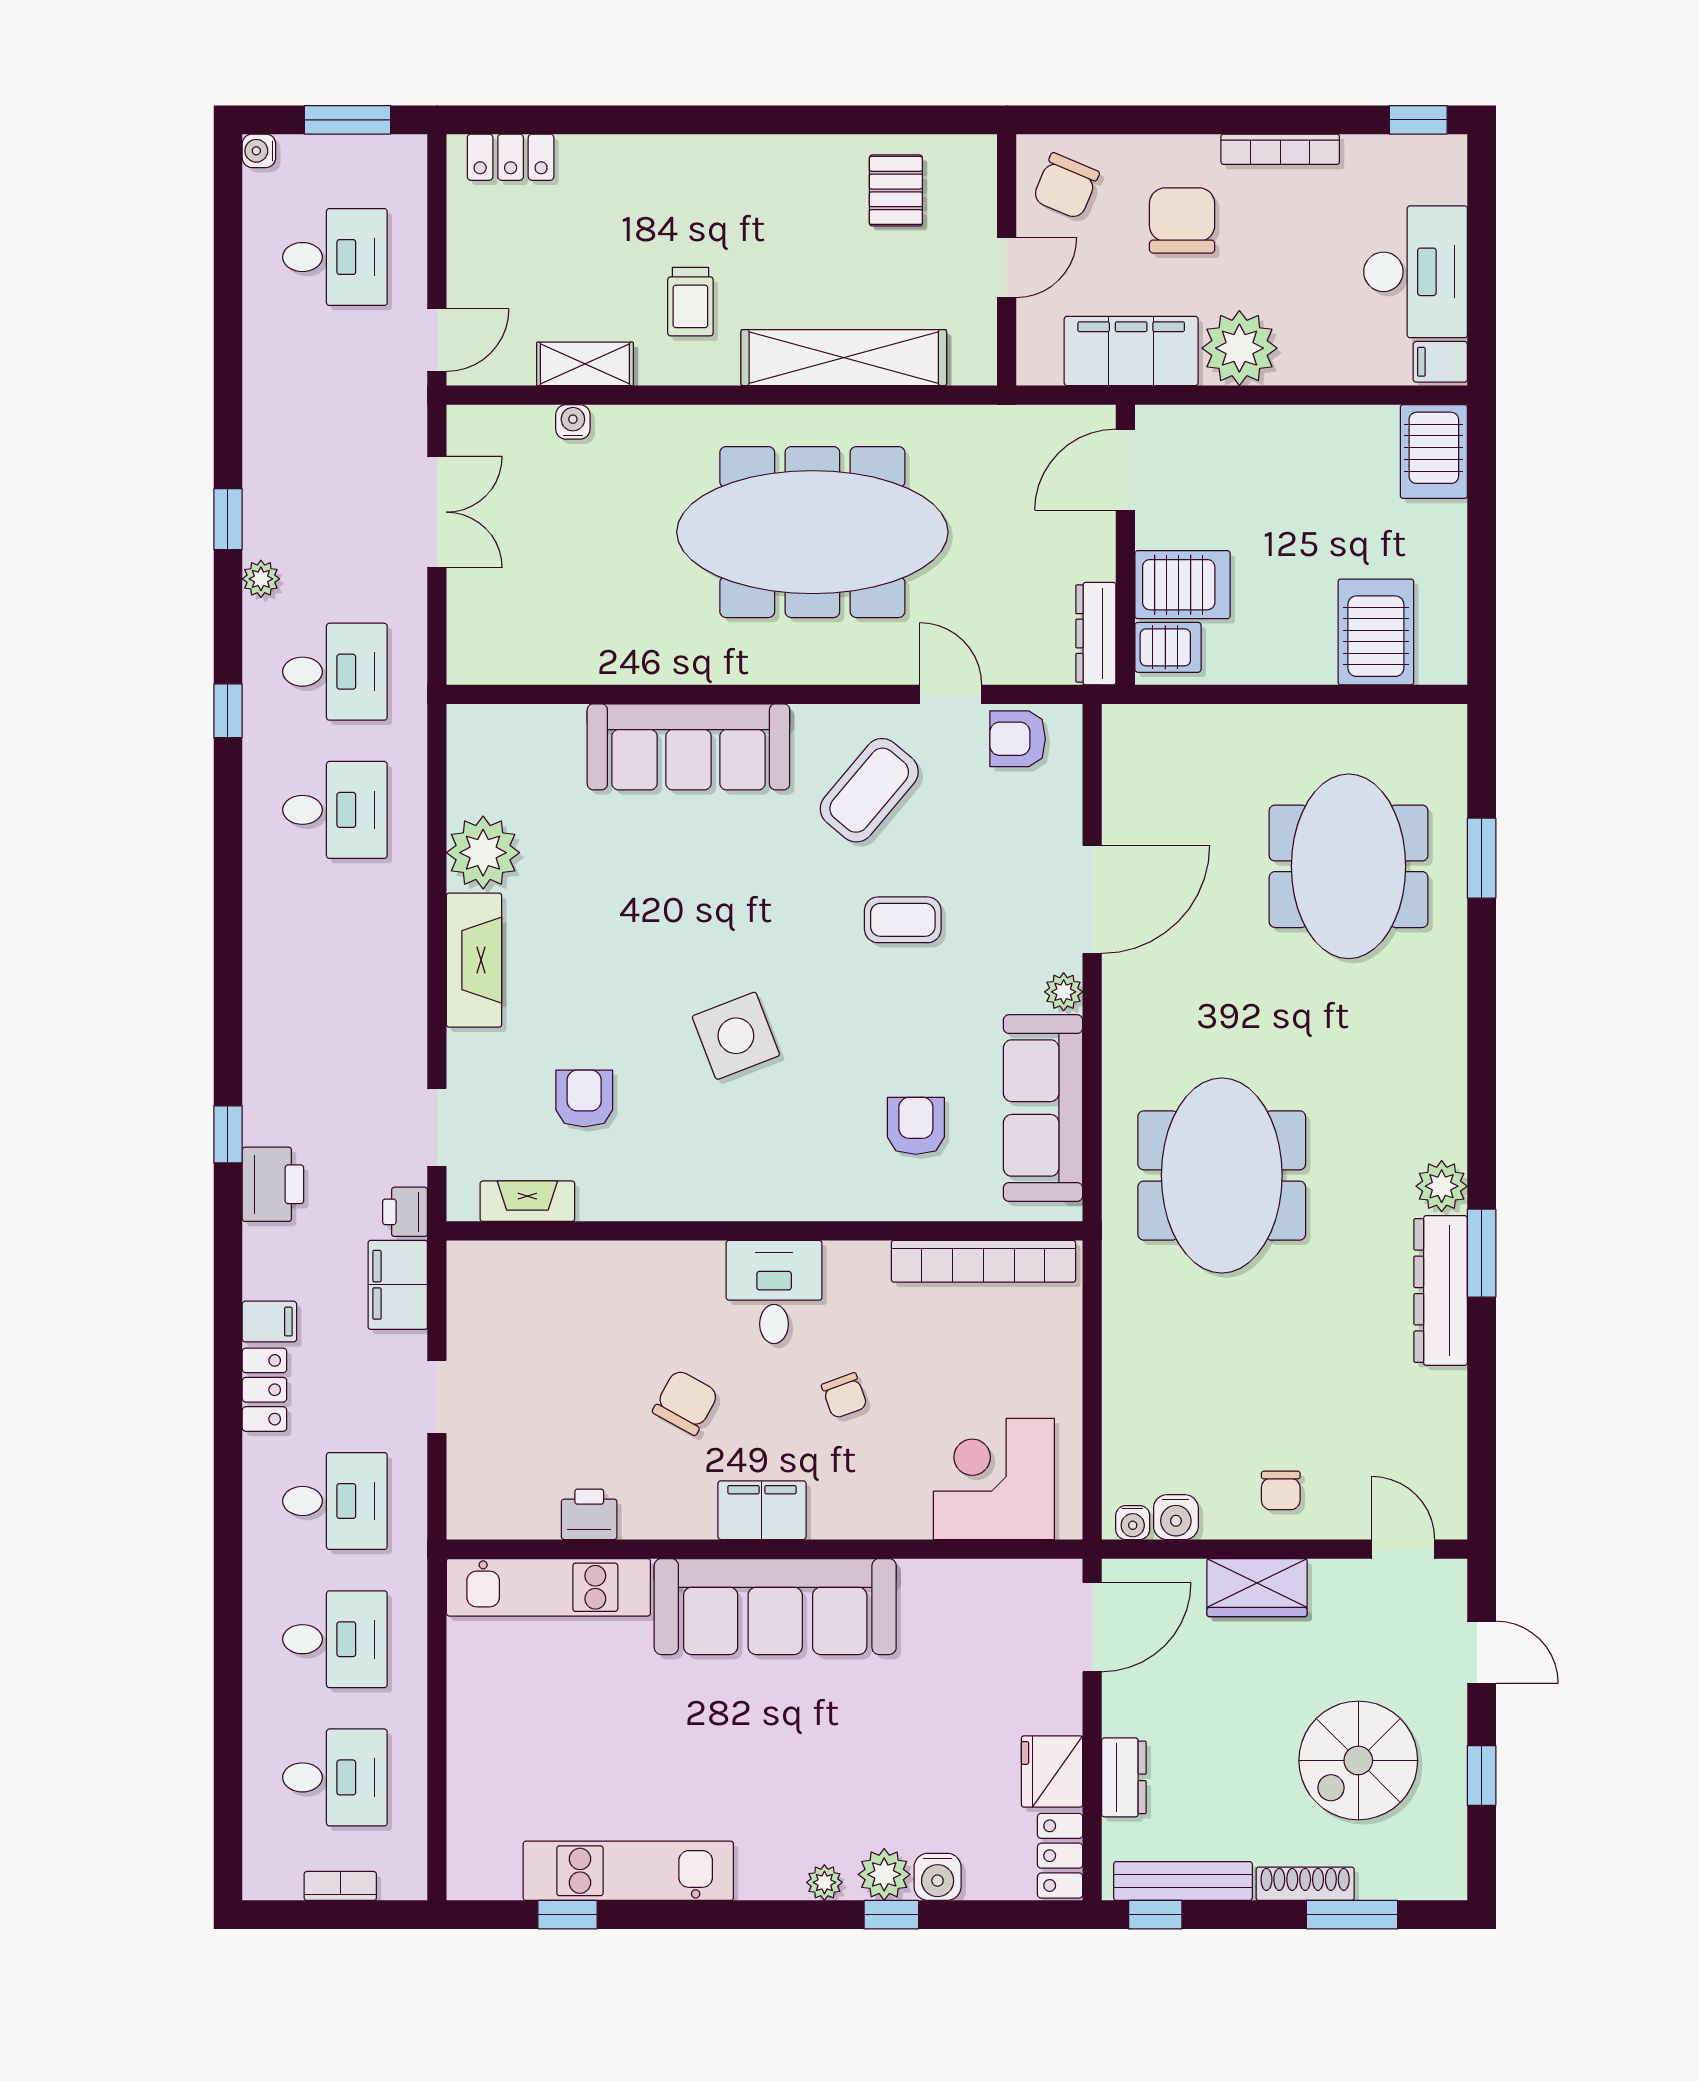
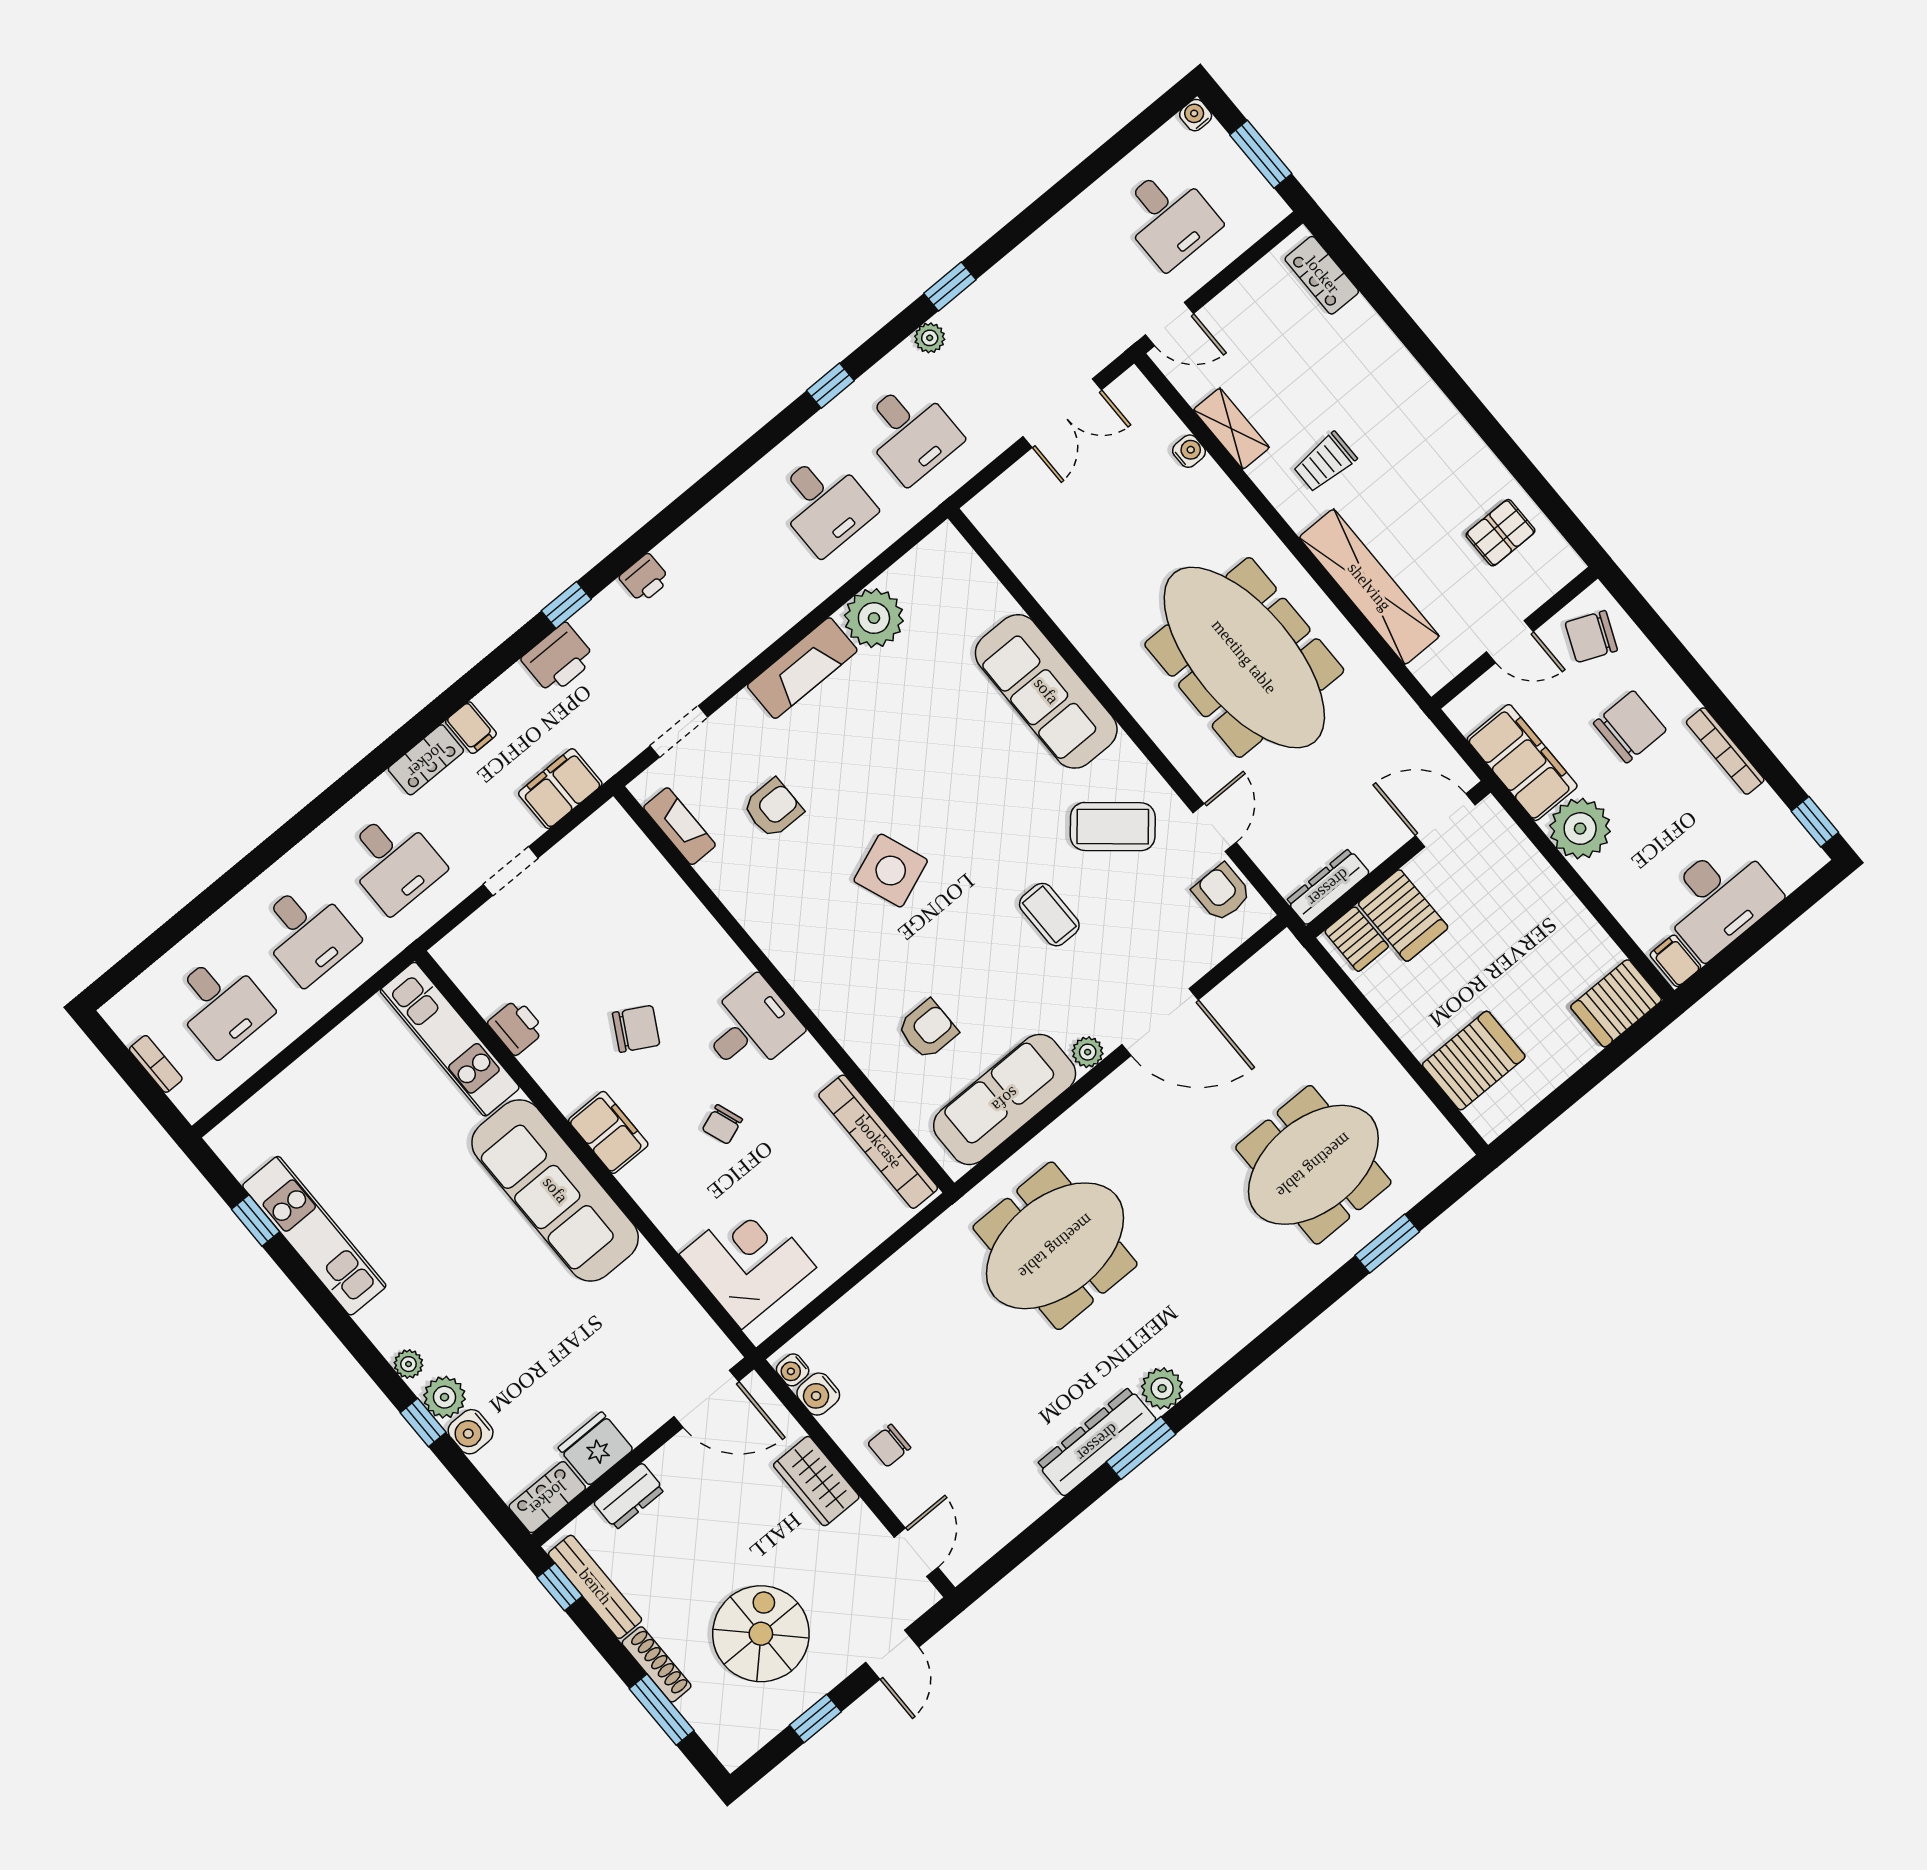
printer: (405, 1212) -> (645, 578), moved, turned 180
spiral stairs: (1358, 1760) -> (761, 1634), turned 90

